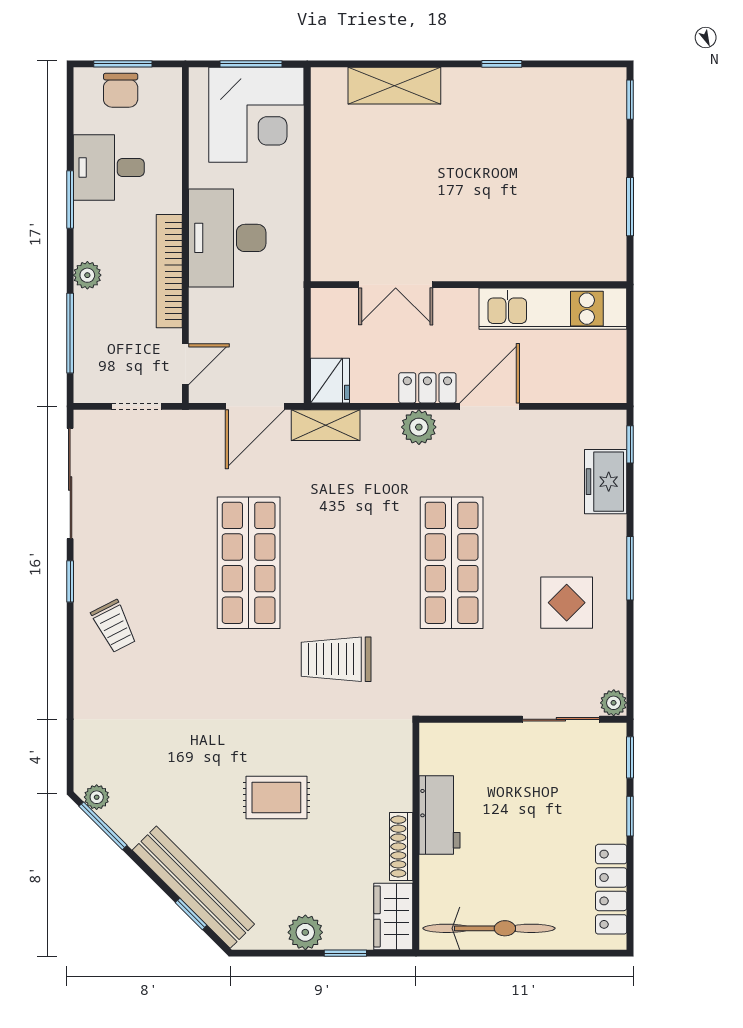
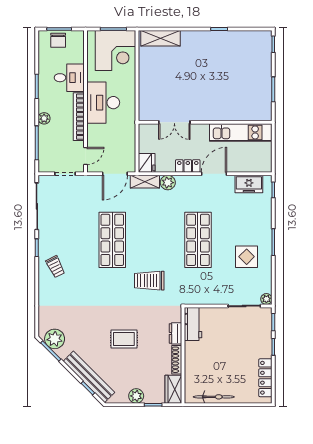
shelving: (394, 86) -> (160, 38), moved
desk: (109, 167) -> (69, 78), moved, turned 180
plant: (419, 427) -> (168, 183), moved
freezer: (606, 482) -> (249, 184), moved, turned -90
dresser: (398, 784) -> (175, 333), added
plant: (97, 797) -> (55, 339), width x1.87, depth x1.87
workbench: (440, 815) -> (193, 324), moved
bicycle: (489, 928) -> (214, 397), width x0.73, depth x0.71

